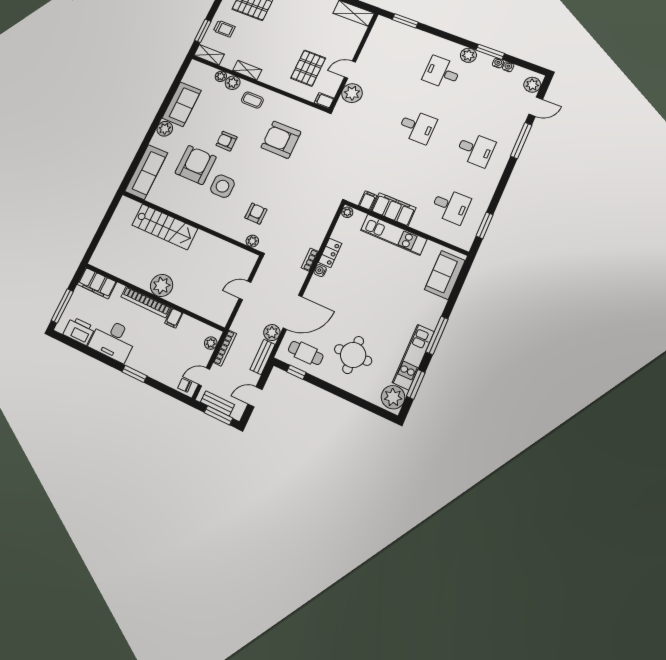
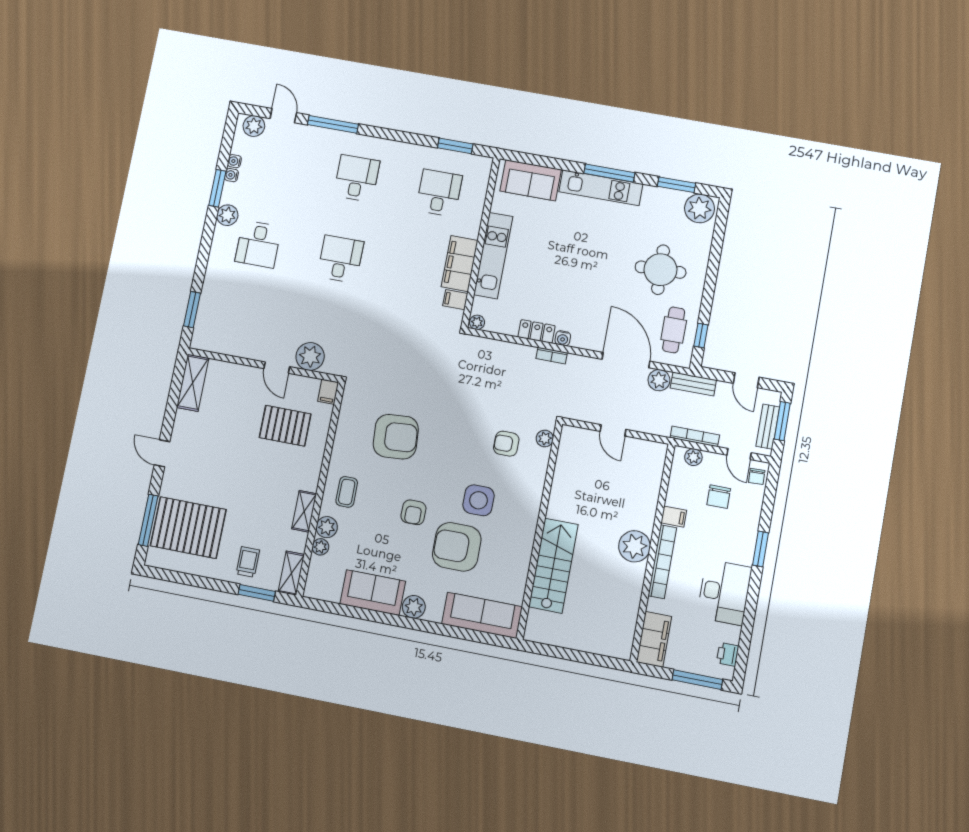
armchair: (281, 140) -> (396, 437), turned -94
printer: (79, 331) -> (728, 654), width x0.53, depth x0.68
chair: (178, 354) -> (719, 497), added
kitchen unit: (413, 357) -> (601, 188), moved

